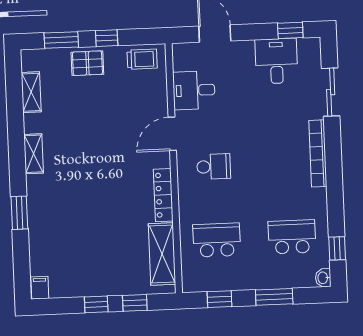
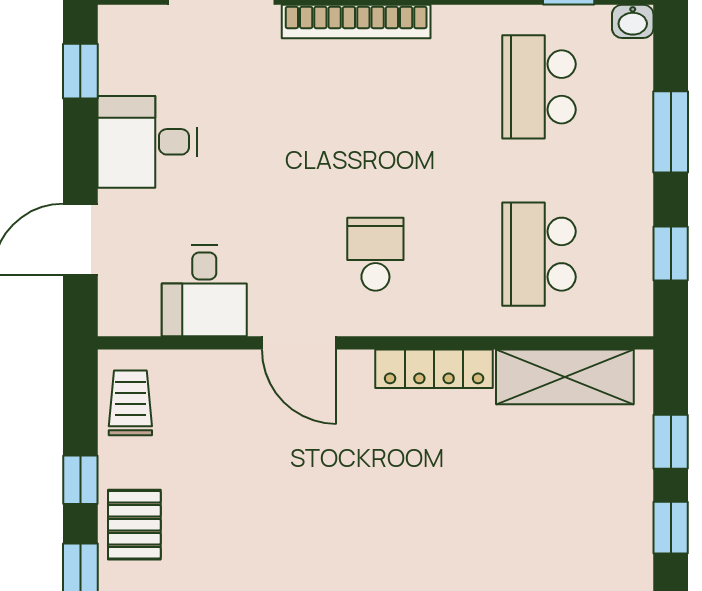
desk: (276, 61) -> (147, 142), moved

